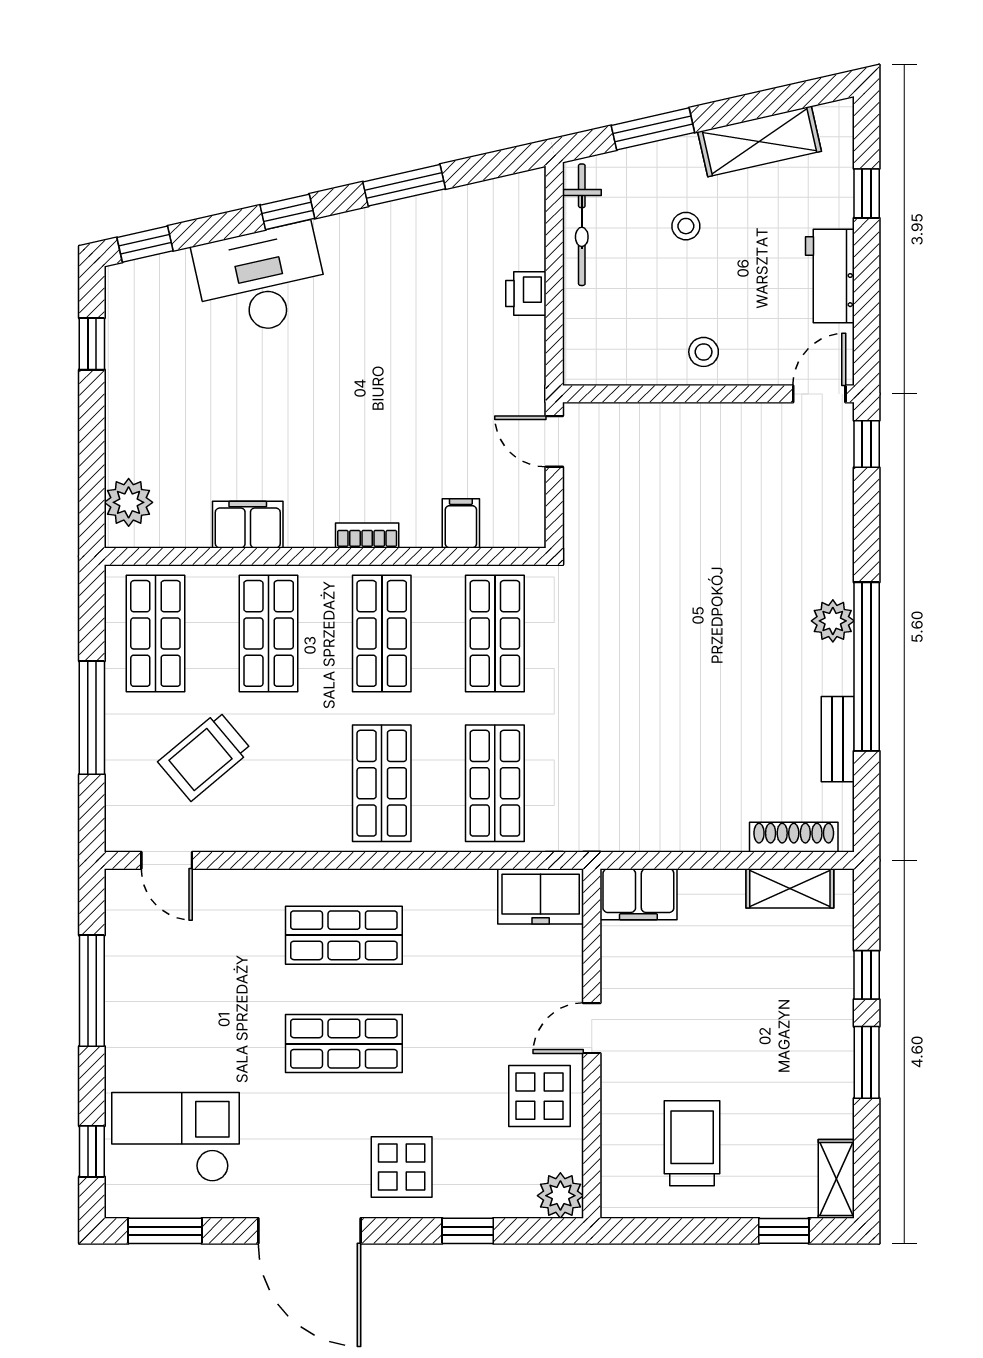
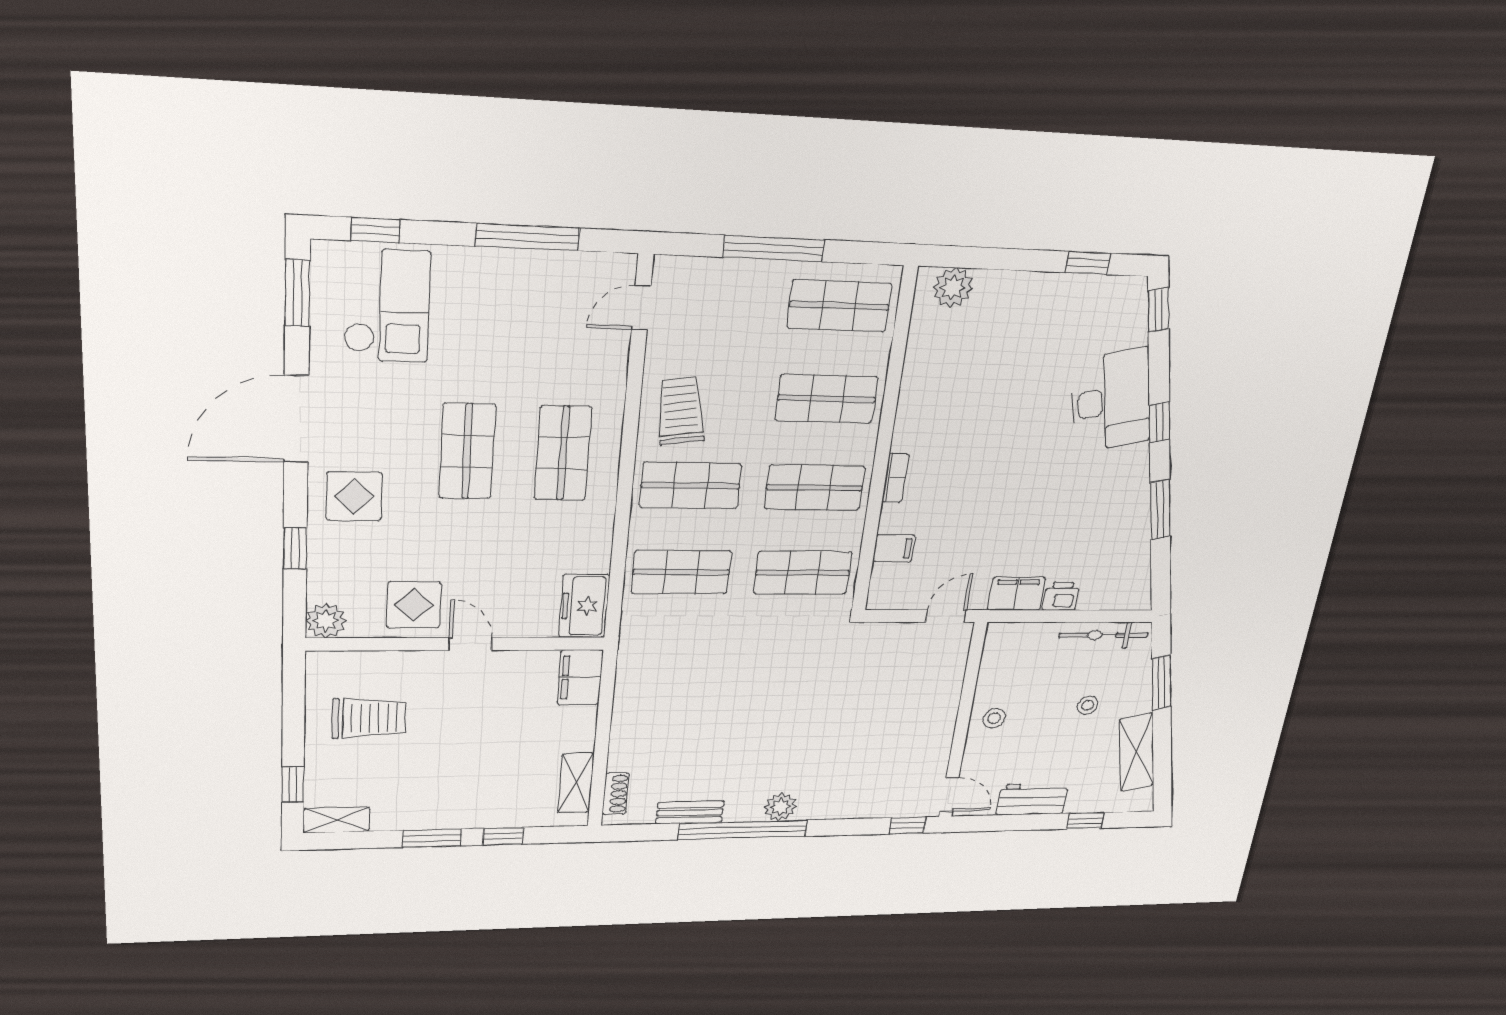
filing cabinet: (248, 525) -> (1016, 594), moved, turned -90
trolley: (205, 756) -> (681, 411), moved, turned 32
shoe rack: (794, 837) -> (616, 794), width x0.70

